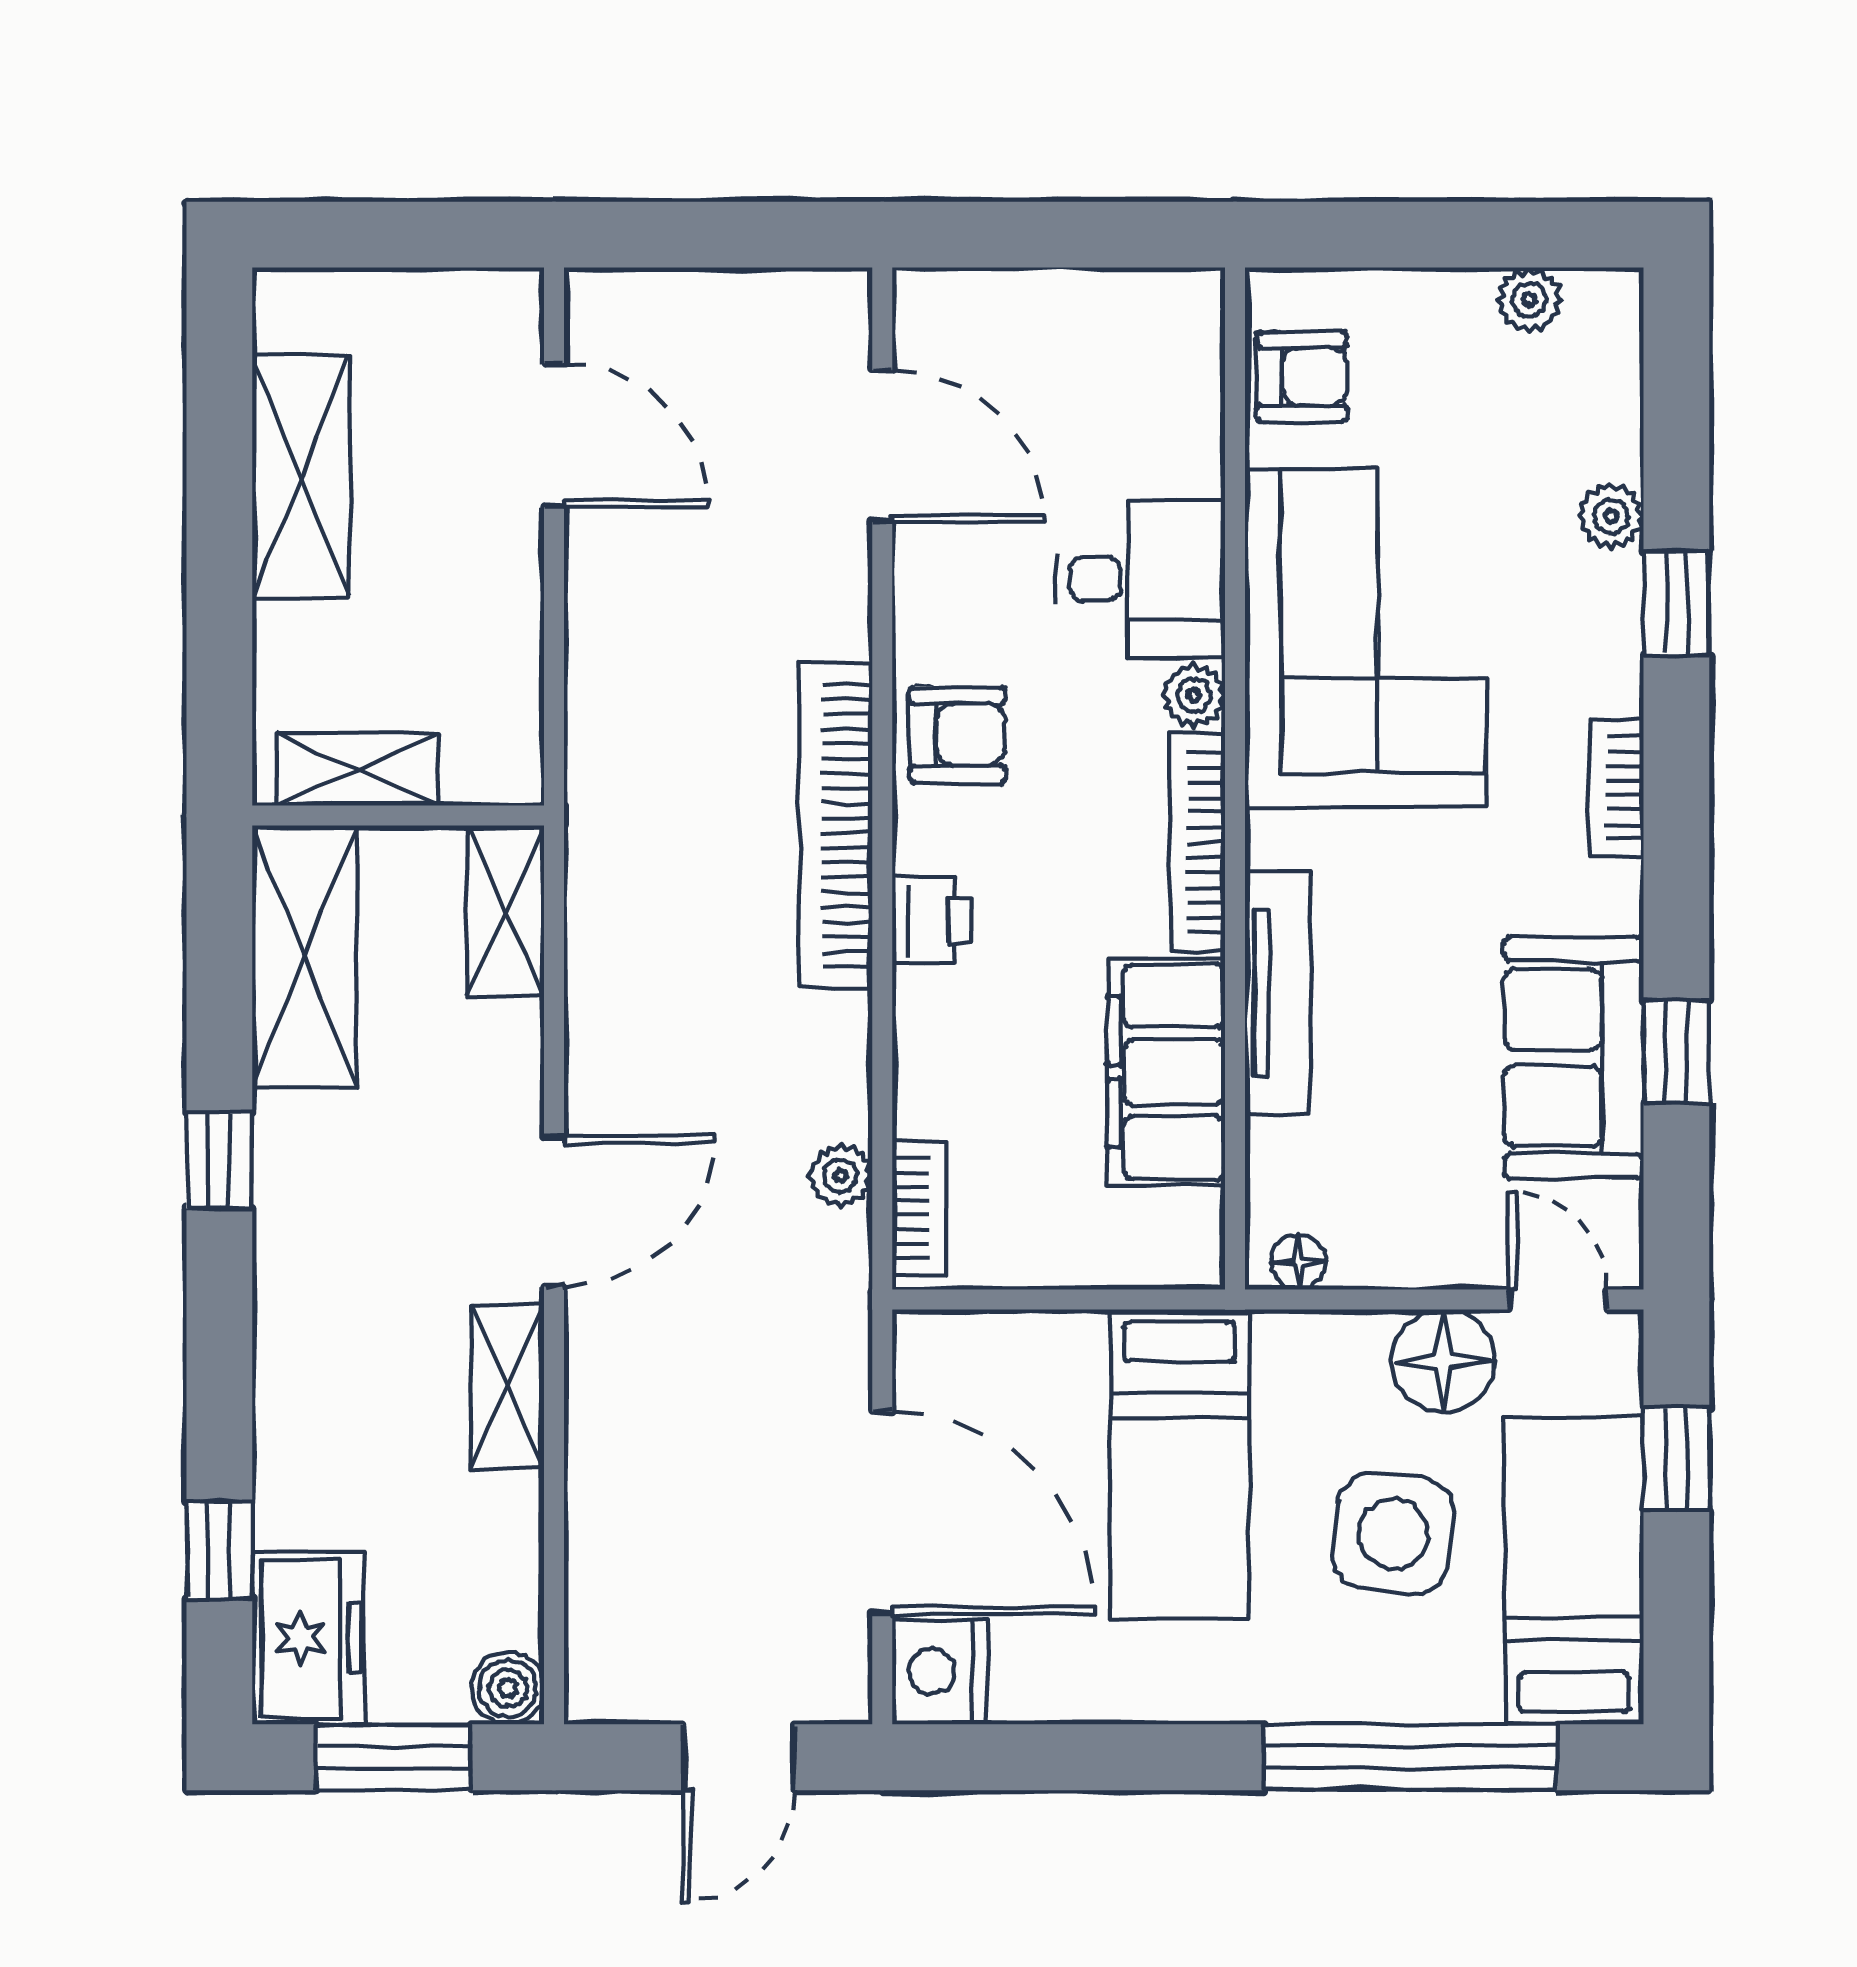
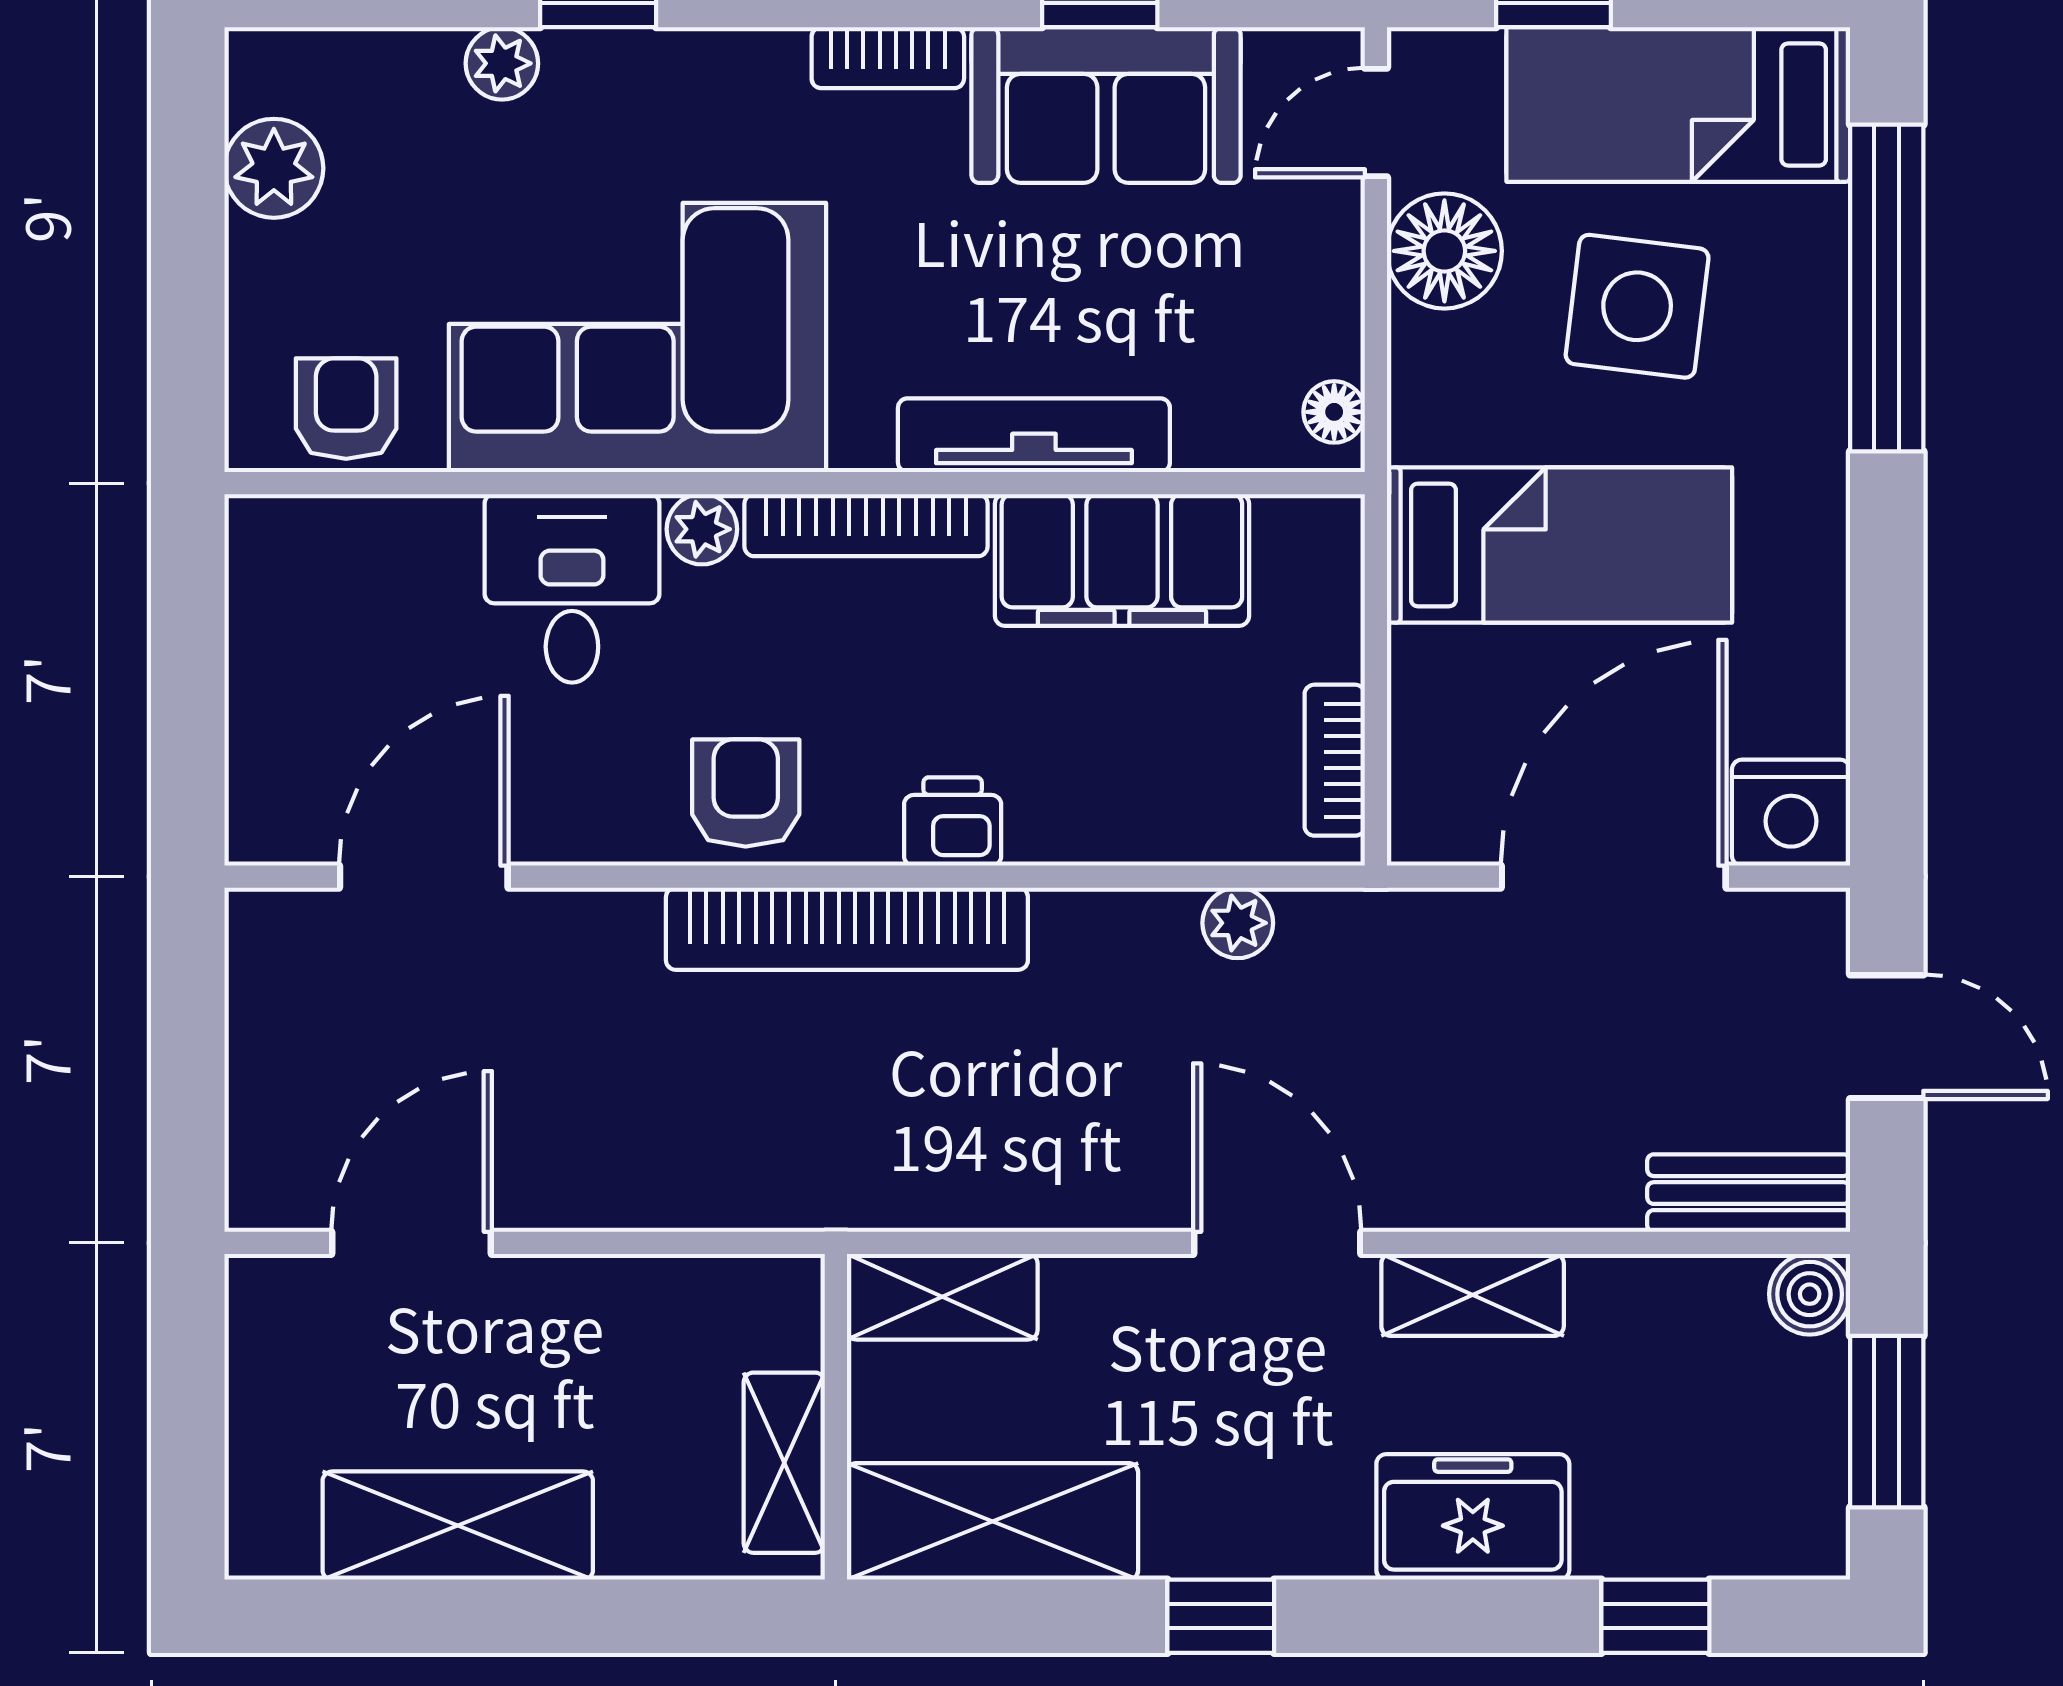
plant: (1529, 300) -> (274, 168), width x1.38, depth x1.38
bookcase: (1616, 787) -> (888, 58), moved
bookcase: (919, 1208) -> (1335, 760), moved, turned -90
bench: (599, 1634) -> (1749, 1193), added
freezer: (308, 1638) -> (1473, 1517), moved

